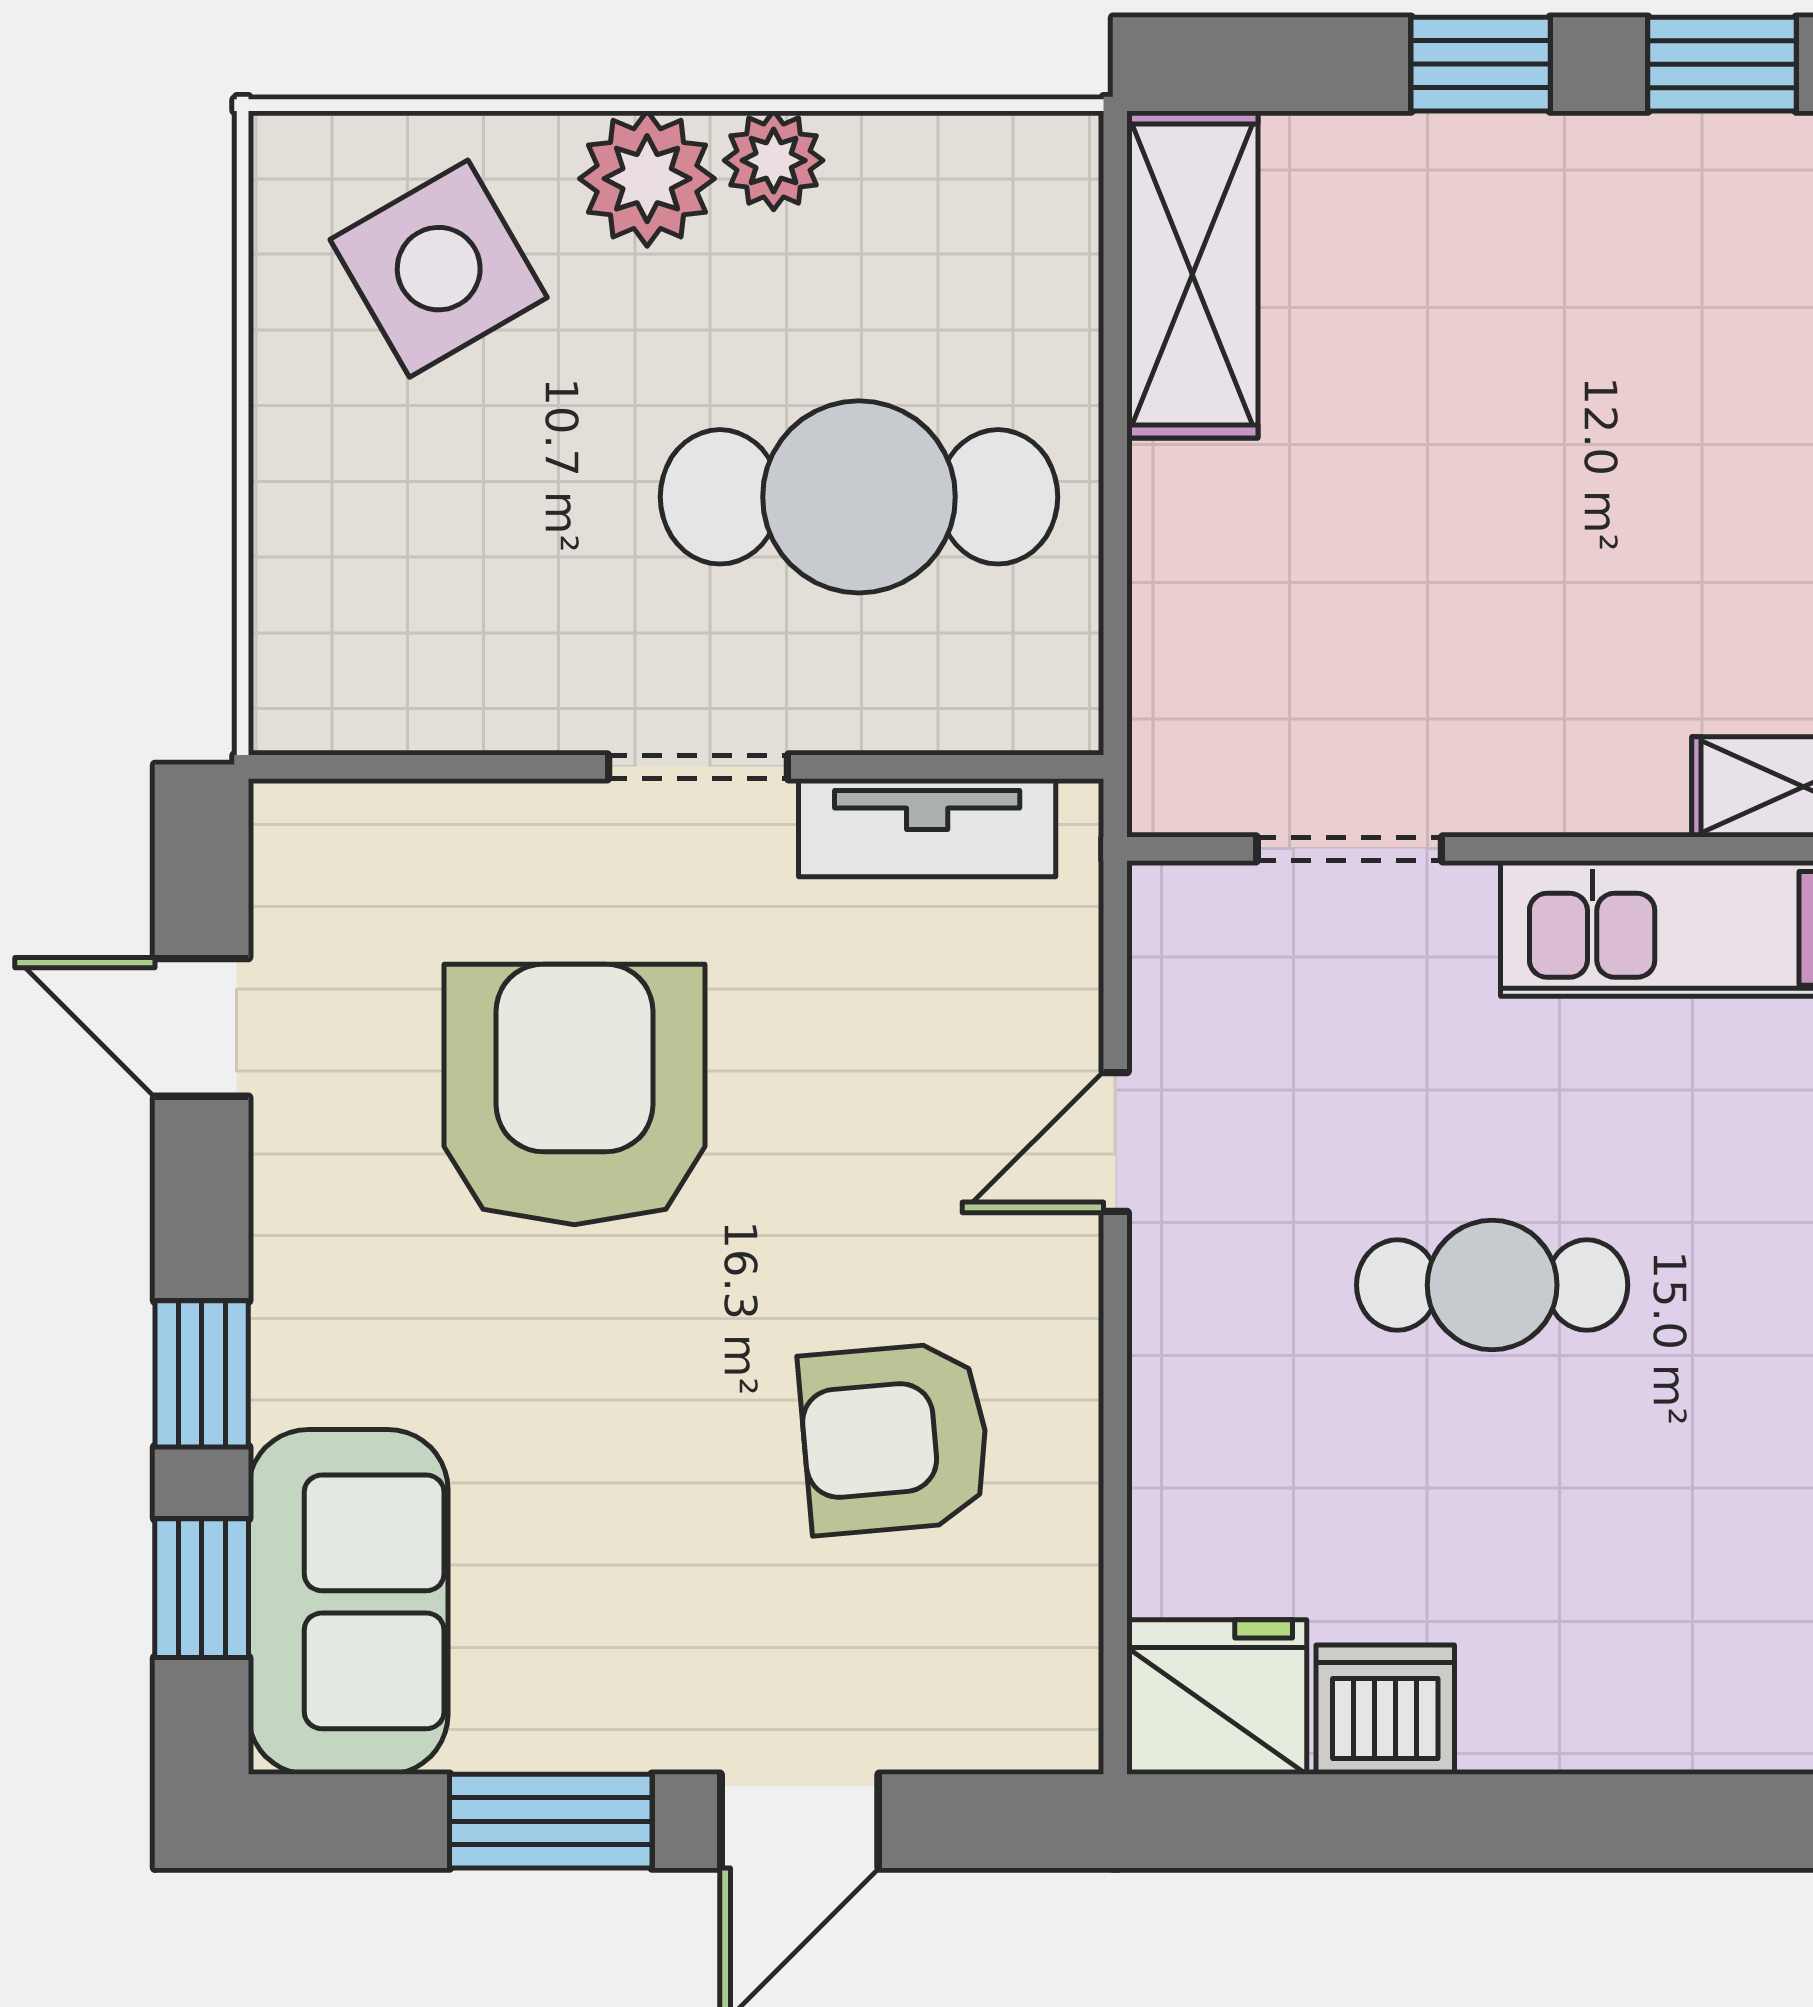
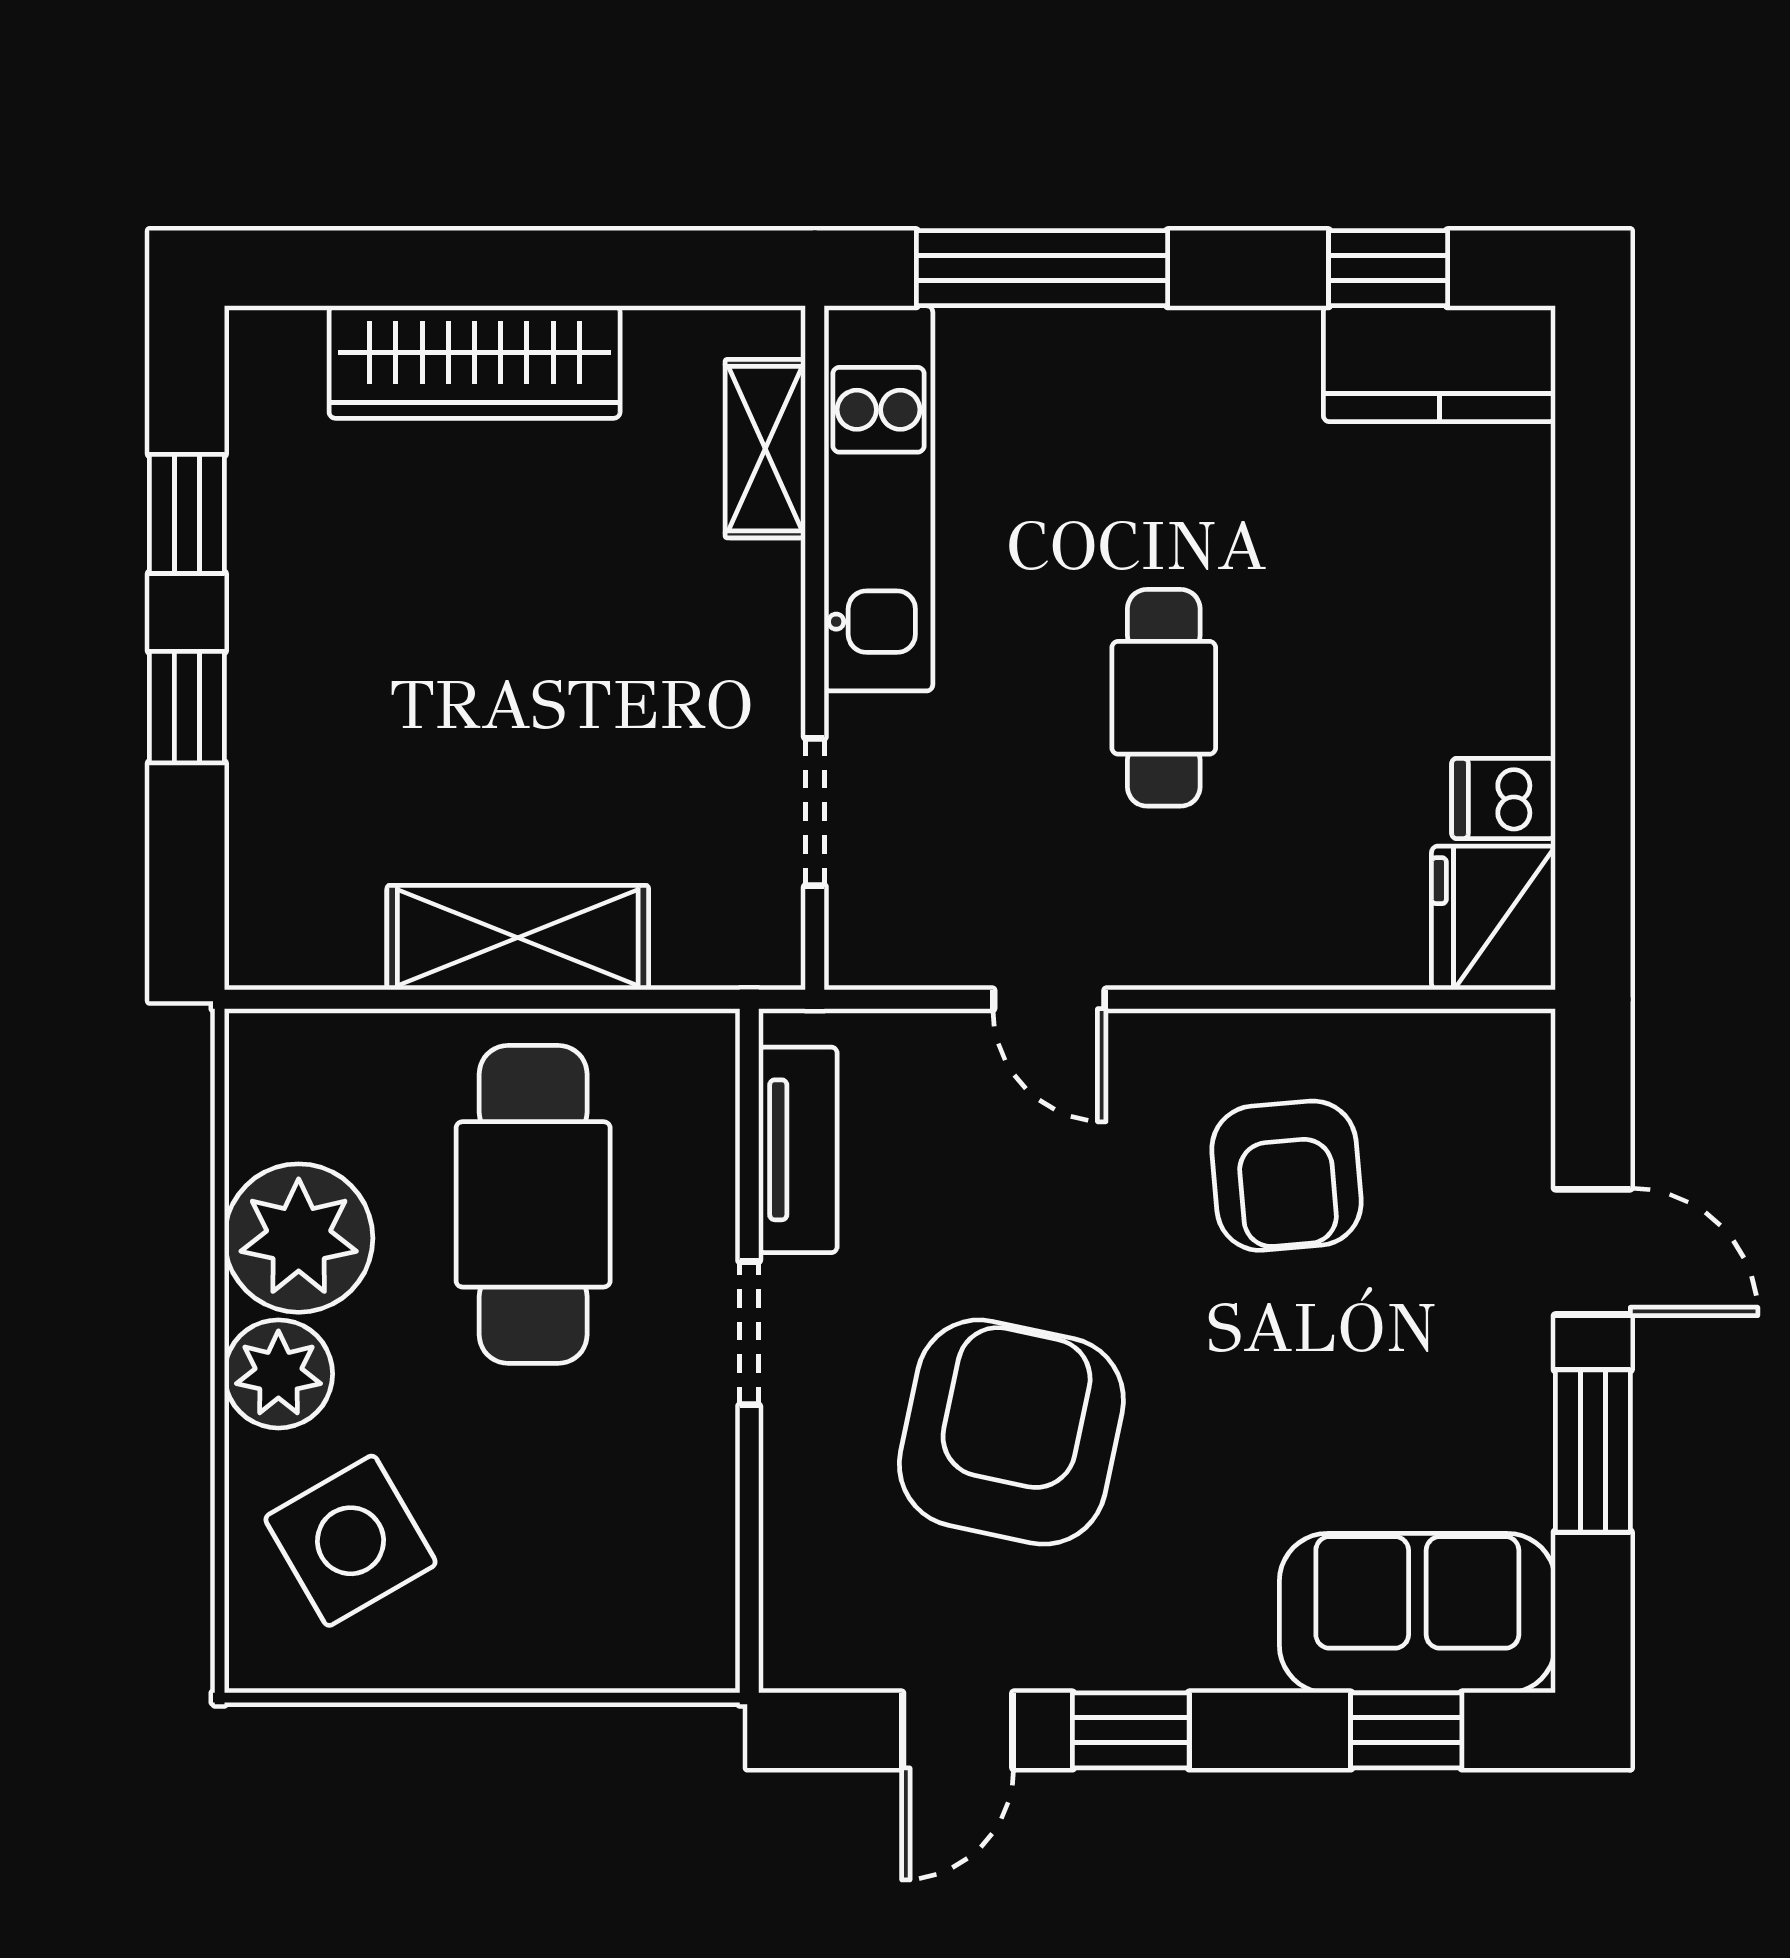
plant: (774, 160) -> (299, 1238), width x1.88, depth x1.88
shelving: (1192, 275) -> (518, 938), moved
armchair: (574, 1094) -> (1011, 1432), turned 102
window: (202, 1374) -> (1131, 1730), moved
dishwasher: (1385, 1710) -> (1504, 798), width x0.73

